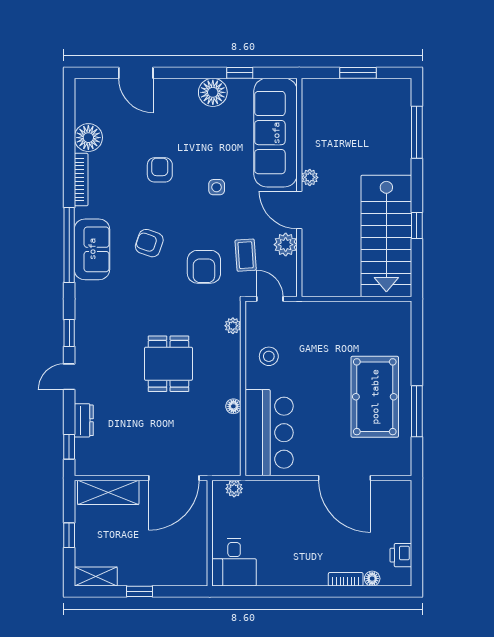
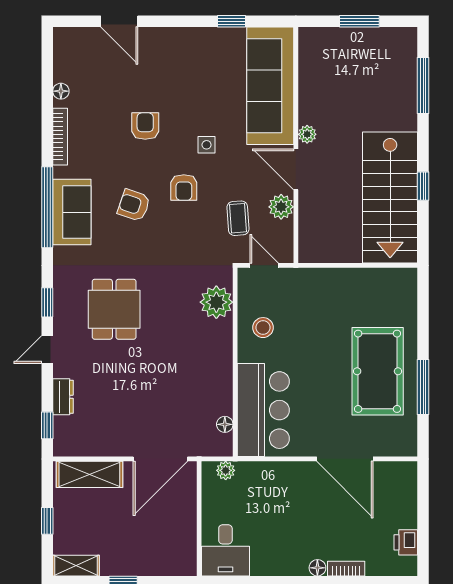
floor lamp: (213, 92) -> (202, 42), removed
floor lamp: (88, 138) -> (61, 91), width x0.53, depth x0.53
armchair: (204, 267) -> (184, 187), moved, width x0.72, depth x0.72
plant: (233, 326) -> (216, 302), width x1.88, depth x1.88
dining table: (168, 364) -> (114, 309), moved
floor lamp: (233, 406) -> (225, 424), moved
floor lamp: (372, 579) -> (317, 568), moved

